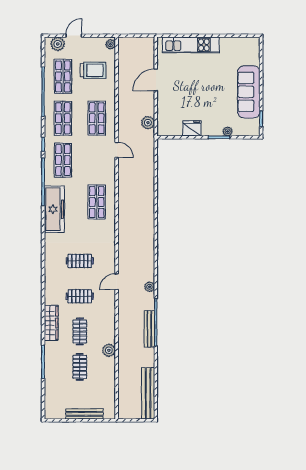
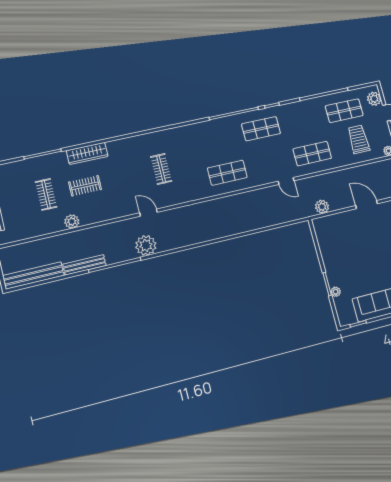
trolley: (93, 70) -> (359, 139), turned 180
shop shelf: (63, 118) -> (303, 120), removed
fridge: (192, 128) -> (329, 254), removed
door: (117, 150) -> (286, 181), hinge flipped
freezer: (54, 209) -> (209, 131), removed
plant: (150, 287) -> (146, 245), width x1.87, depth x1.87
clothes rail: (80, 296) -> (123, 177), removed
bench: (149, 329) -> (84, 265), moved
clothes rail: (80, 367) -> (46, 194), turned 90

